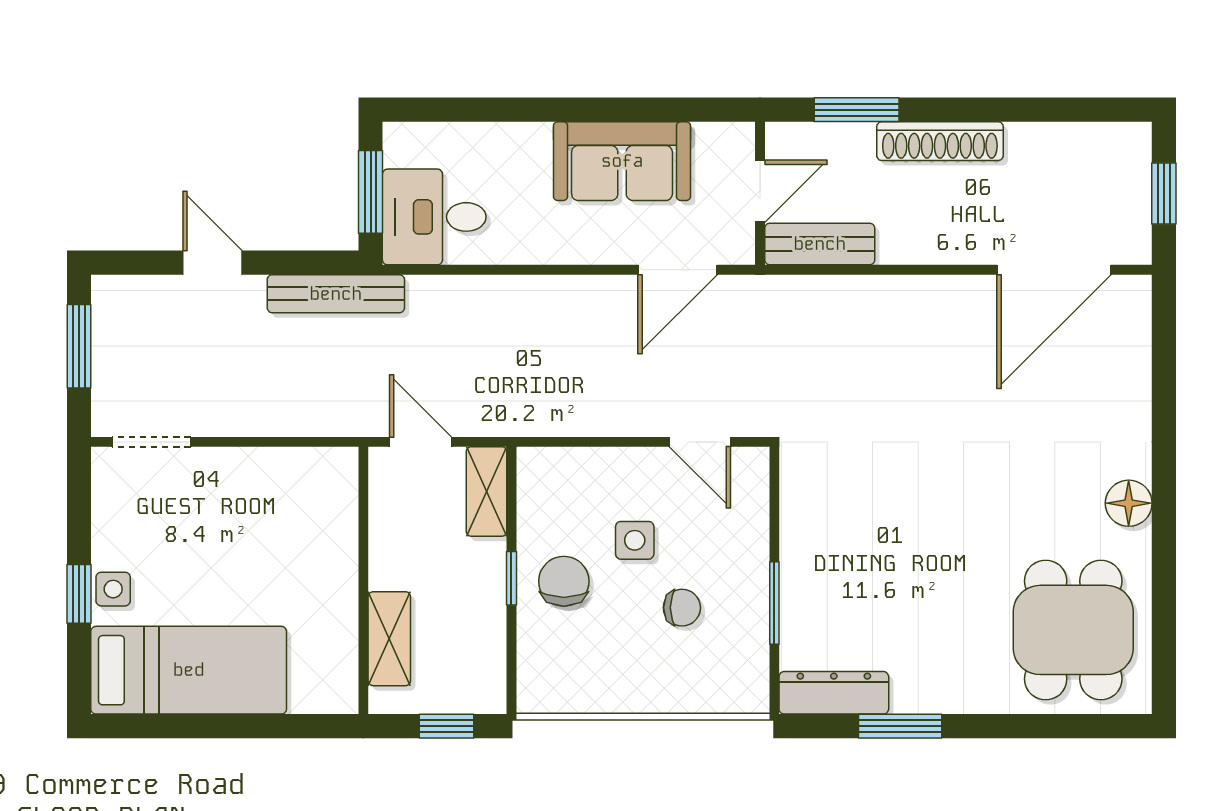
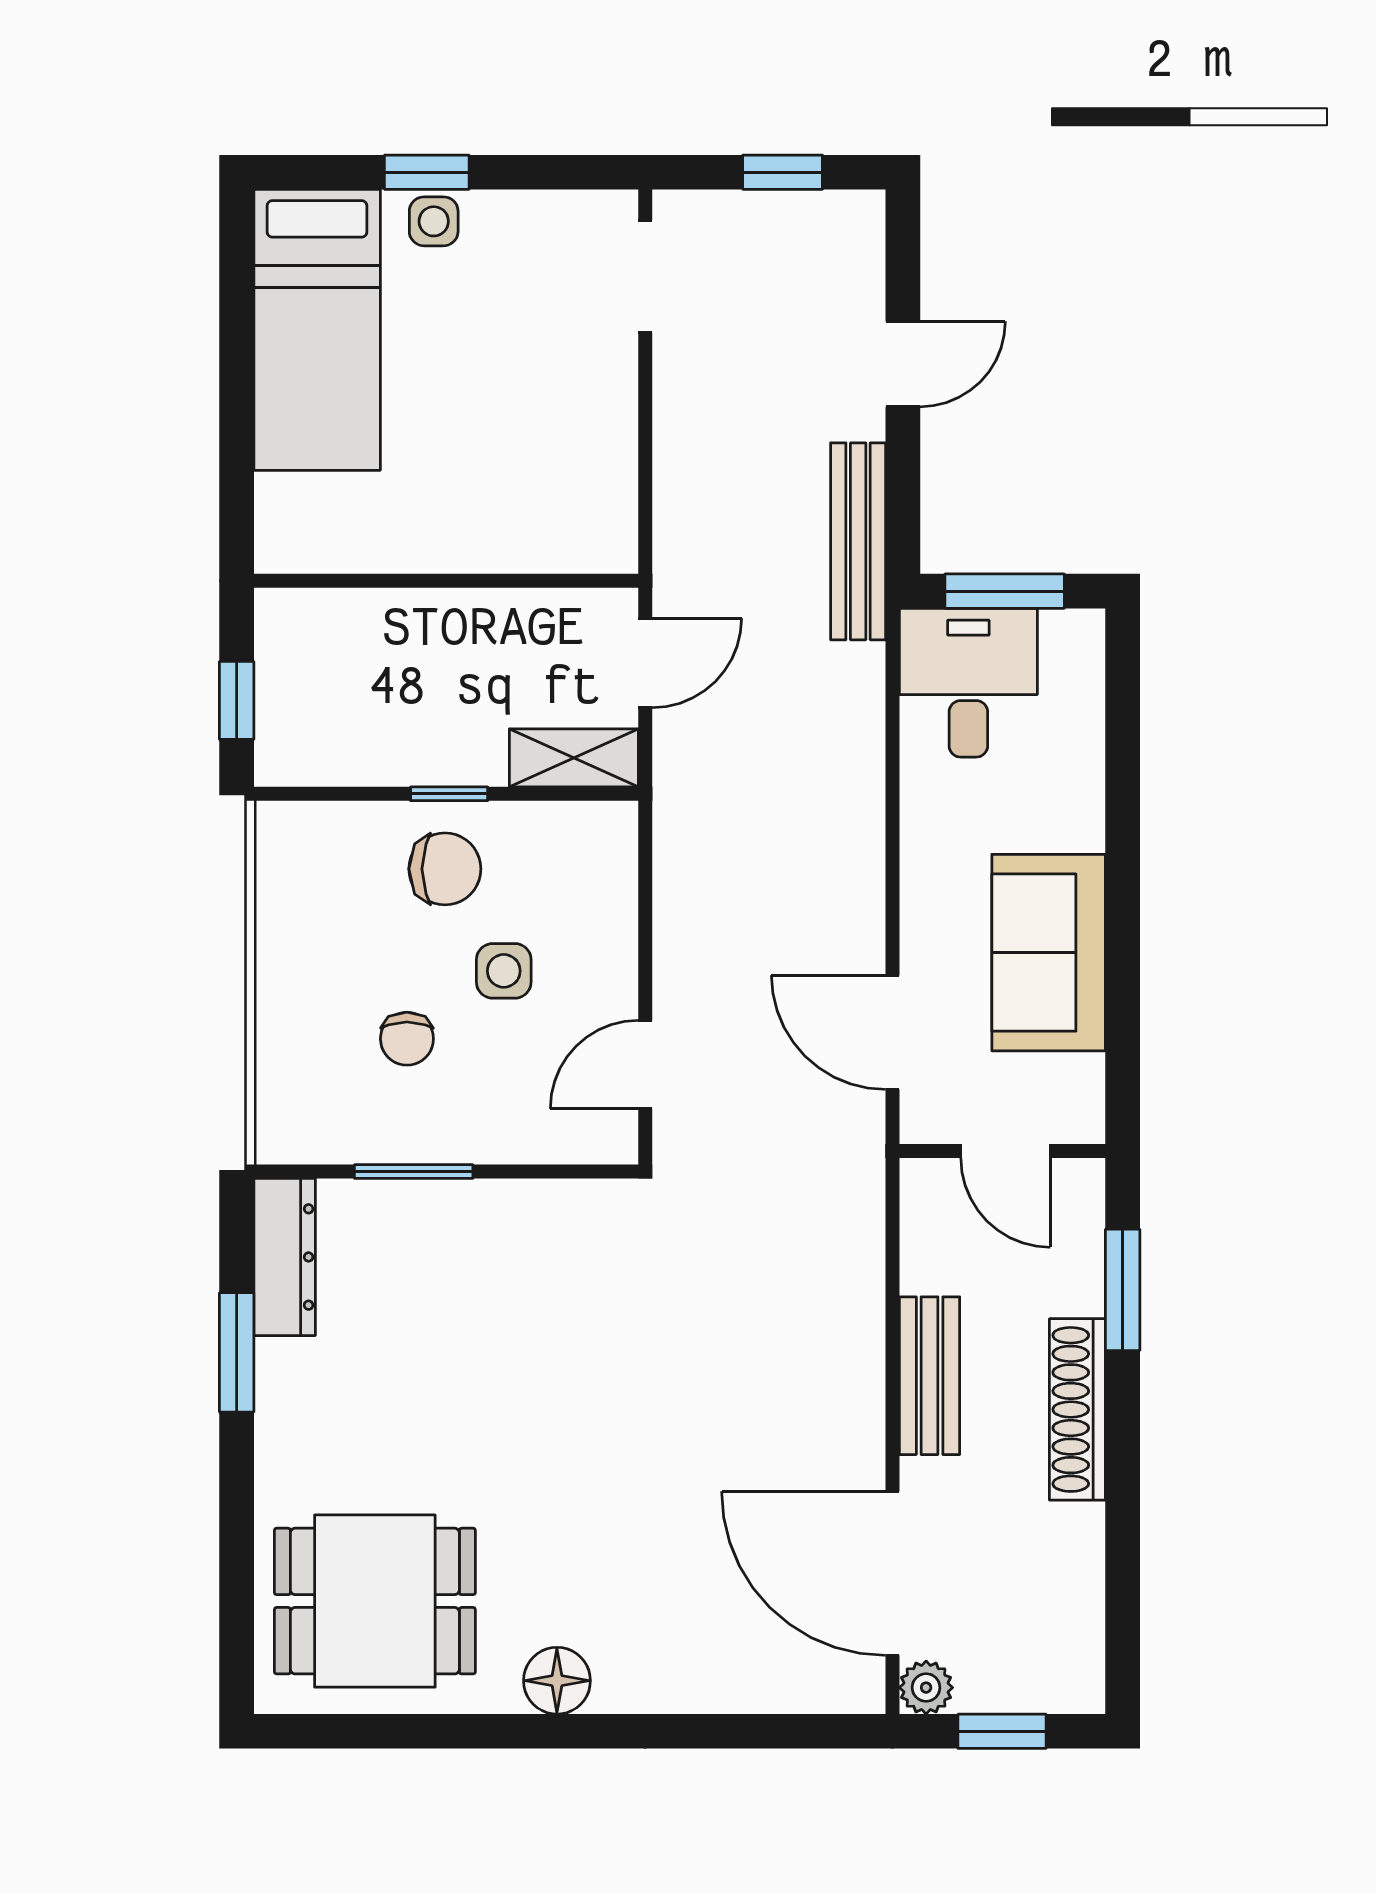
bench: (820, 244) -> (930, 1376), moved
plant: (1133, 246) -> (926, 1688), added
window: (79, 346) -> (783, 172), width x0.67
shelving: (389, 639) -> (362, 618), removed

